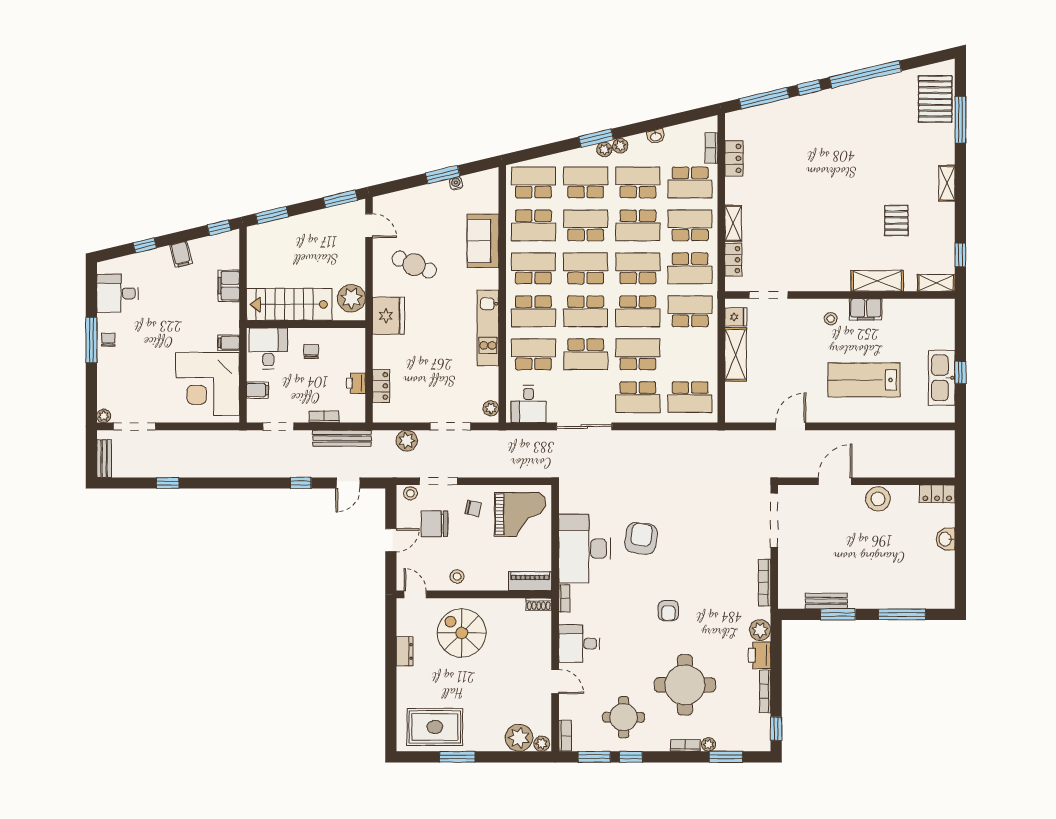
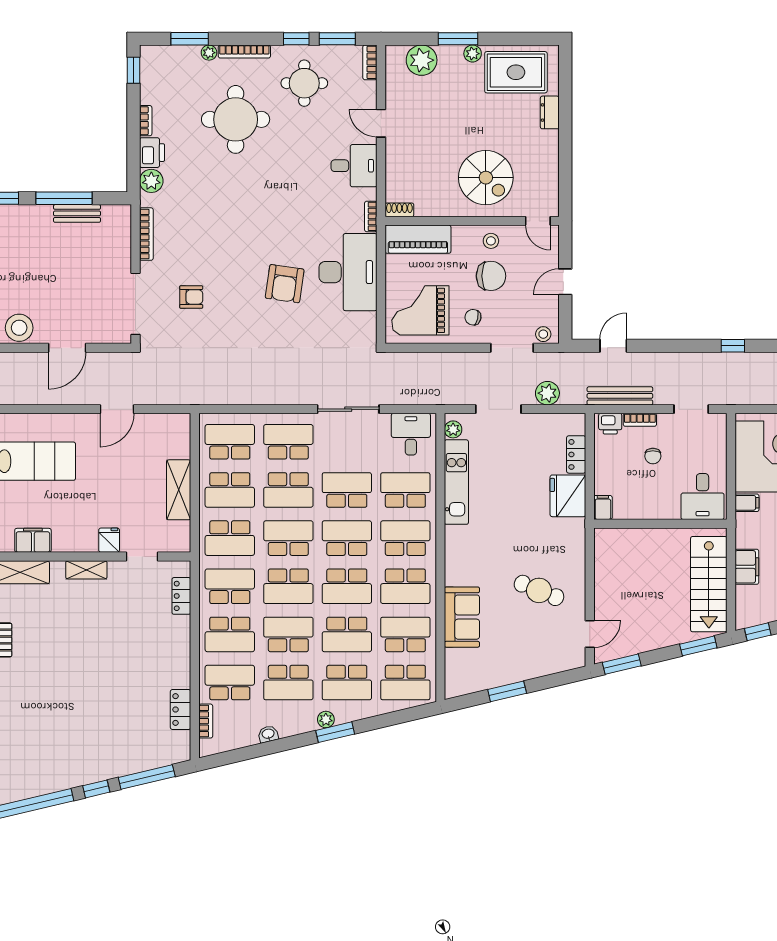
plant: (620, 146) -> (308, 724), removed
water cooler: (456, 183) -> (492, 682), removed
shelving: (733, 223) -> (86, 570), moved, turned 90
door: (369, 226) -> (590, 634), swing flipped
doorway: (768, 295) -> (142, 556), width x0.73
plant: (351, 298) -> (609, 553), removed
stairs: (289, 304) -> (709, 584), moved, turned 90
fridge: (388, 316) -> (568, 496), moved
fridge: (736, 317) -> (109, 540), moved, turned 90
stool: (831, 319) -> (72, 530), removed
kitchen unit: (488, 328) -> (456, 482), moved
chair: (311, 351) -> (653, 456), moved
school desk: (533, 354) -> (405, 490), turned 180
school desk: (690, 354) -> (230, 490), added
printer: (356, 383) -> (610, 424), moved, turned 90
filing cabinet: (257, 390) -> (603, 508), moved, turned 90
window: (301, 483) -> (733, 346), moved
chair: (435, 524) -> (491, 276), moved
piano: (530, 581) -> (418, 239), width x1.37, depth x1.33
armchair: (668, 611) -> (191, 297), moved, turned 90
window: (838, 614) -> (64, 198), width x1.44
dresser: (405, 651) -> (550, 112), moved
bookcase: (765, 691) -> (146, 121), width x0.64
plant: (542, 744) -> (473, 54), moved
bookcase: (685, 745) -> (244, 52), width x1.56
window: (457, 757) -> (458, 39), moved

